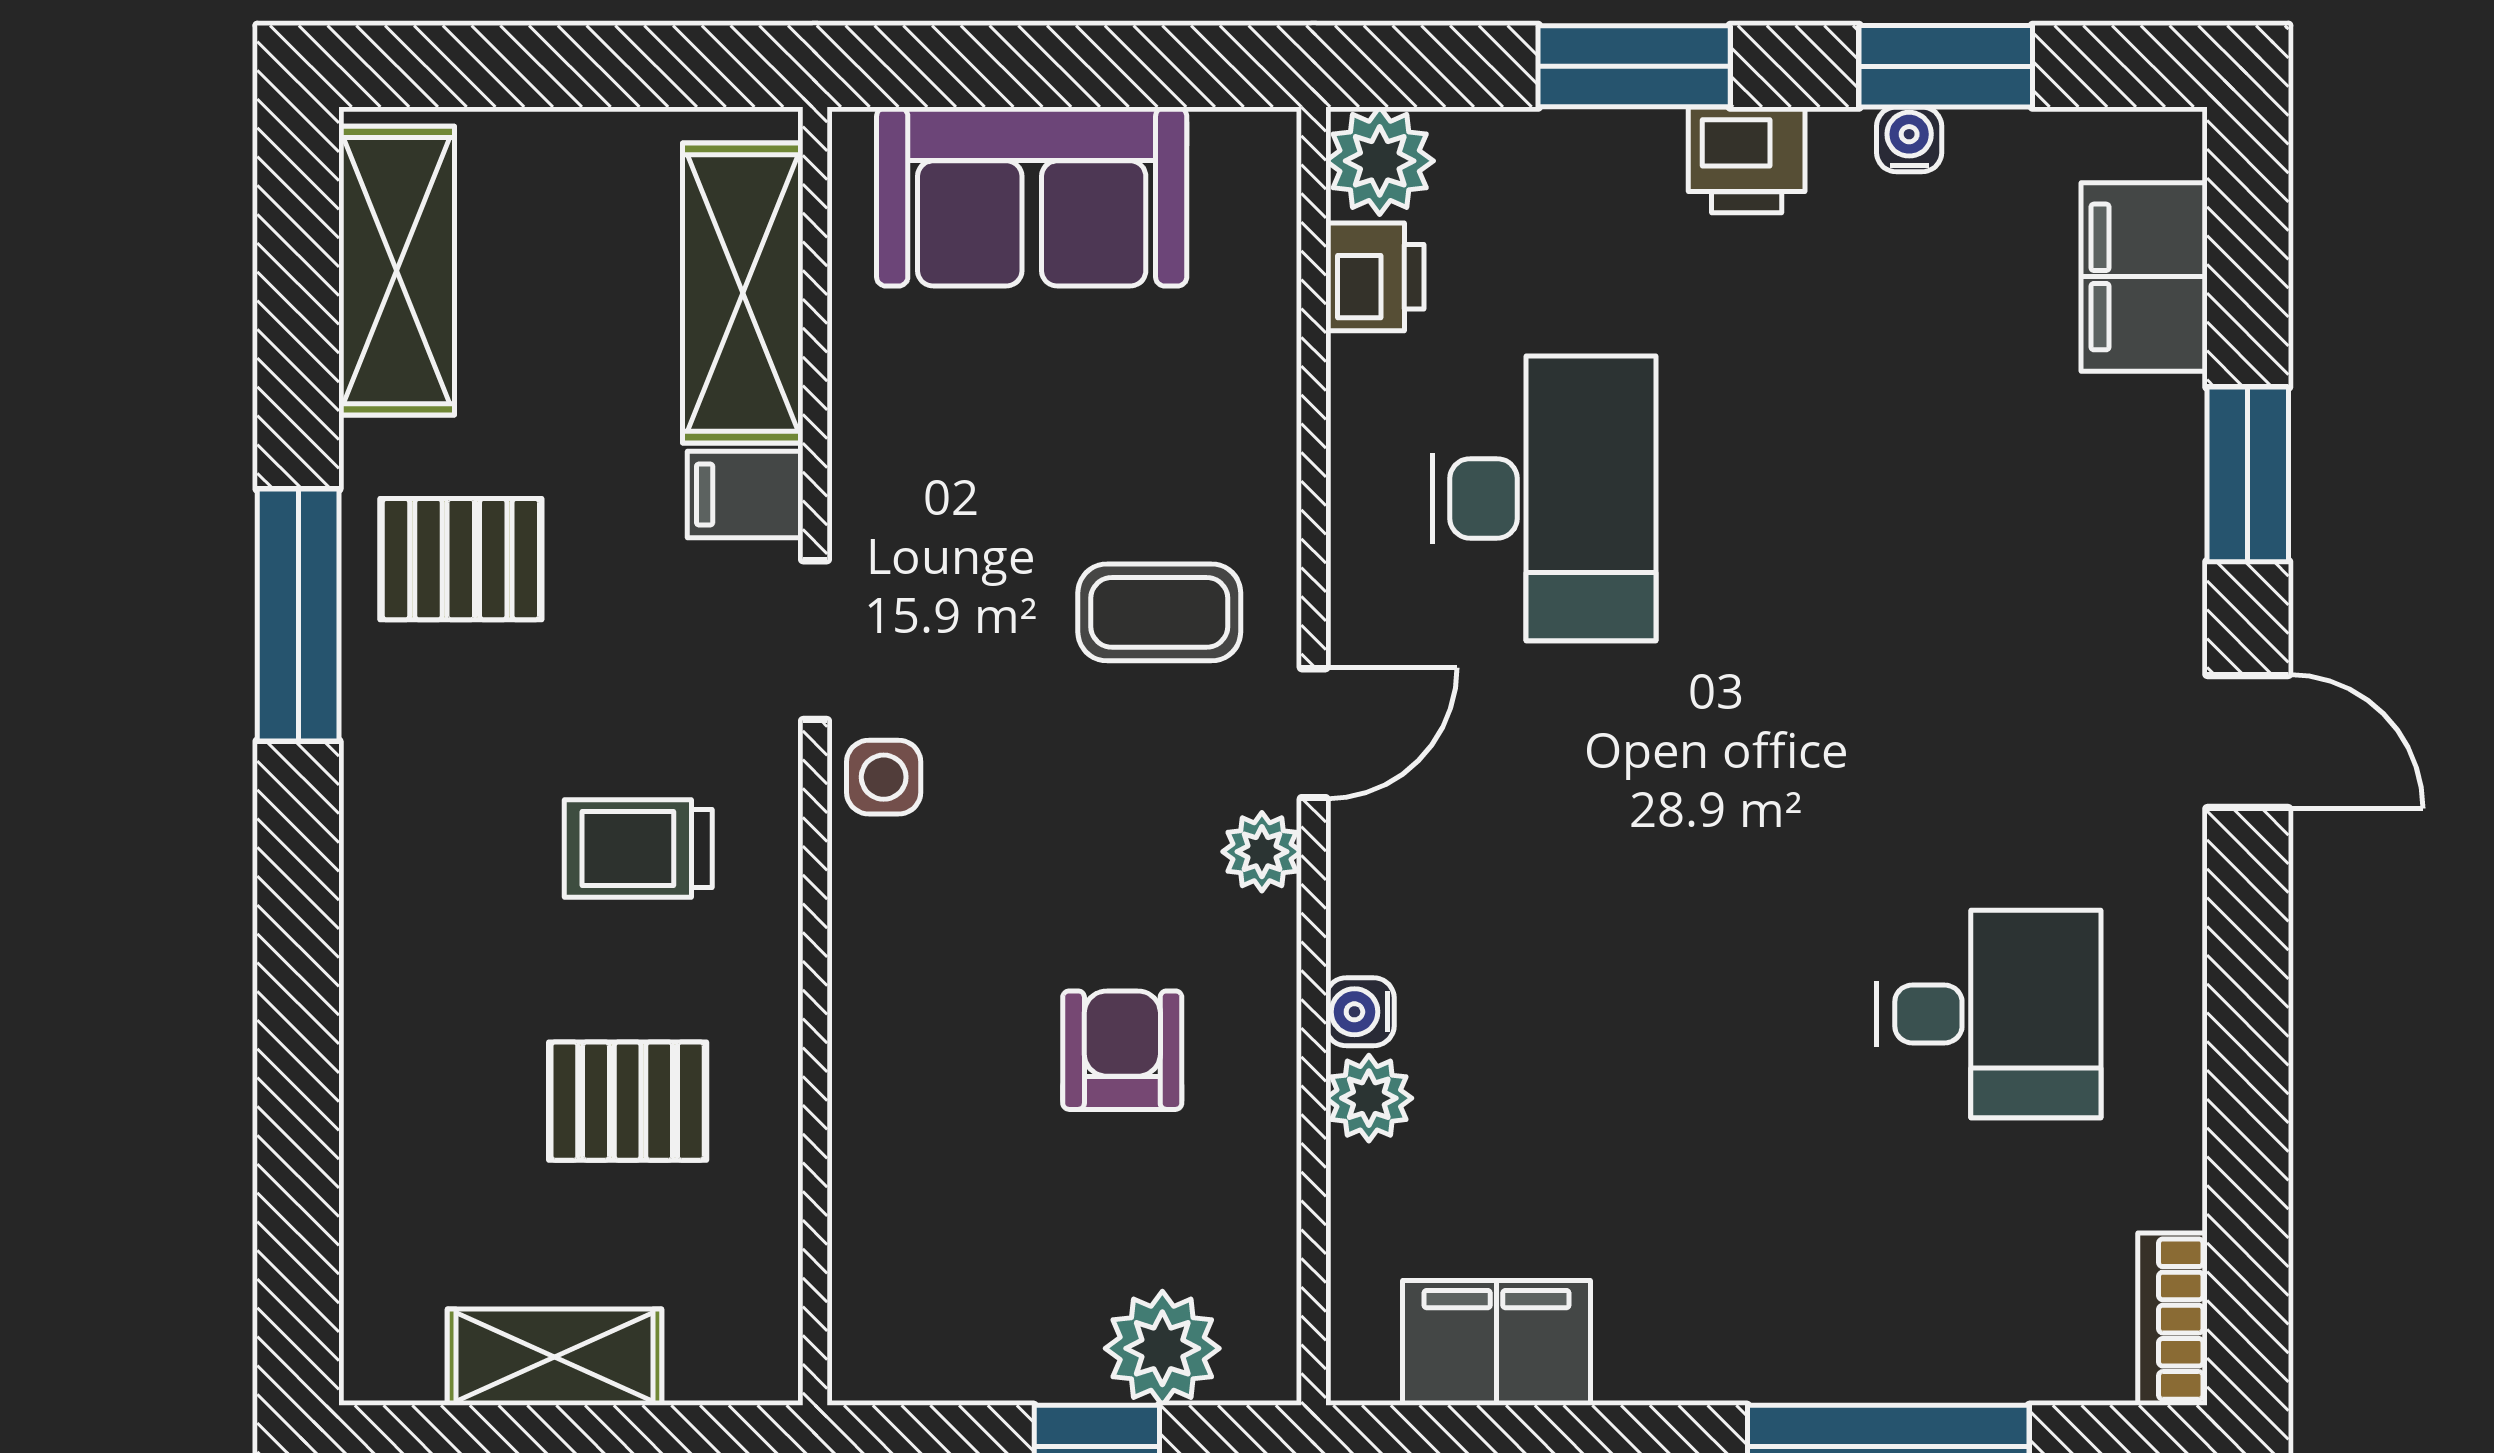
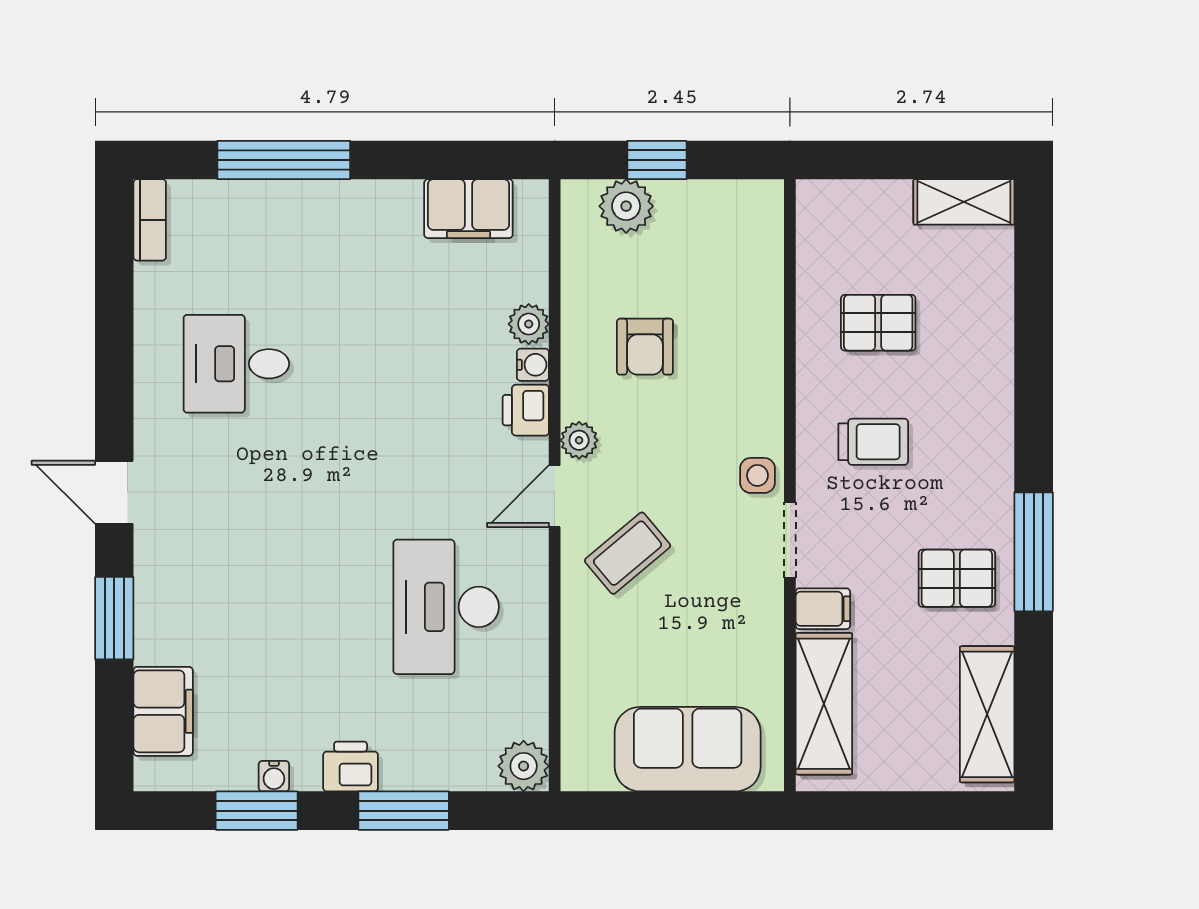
printer: (1375, 277) -> (526, 410), moved
coffee table: (1159, 612) -> (627, 553), turned -40
shelving: (554, 1357) -> (964, 202), moved

